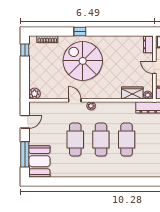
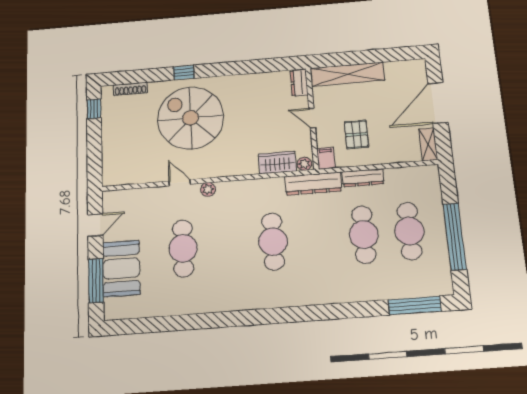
plant: (35, 94) -> (111, 177), removed
cafe table: (101, 140) -> (228, 245), removed
booth: (39, 161) -> (121, 268), moved

